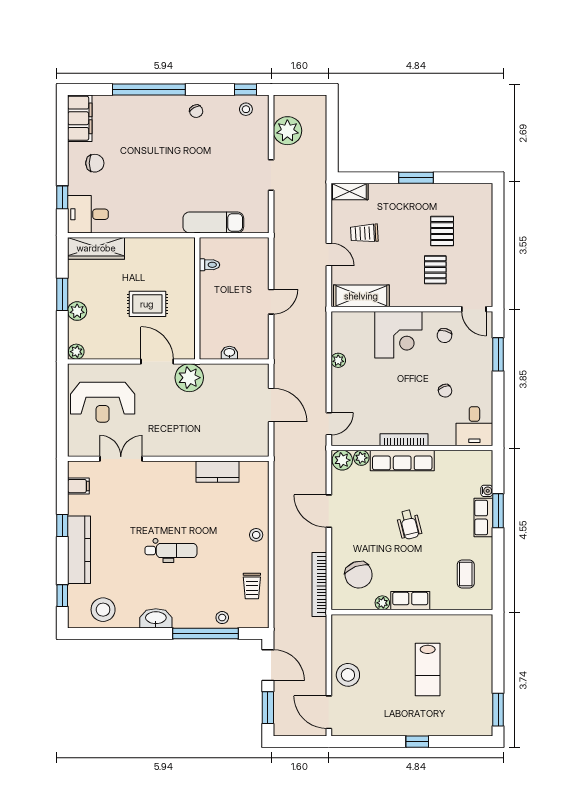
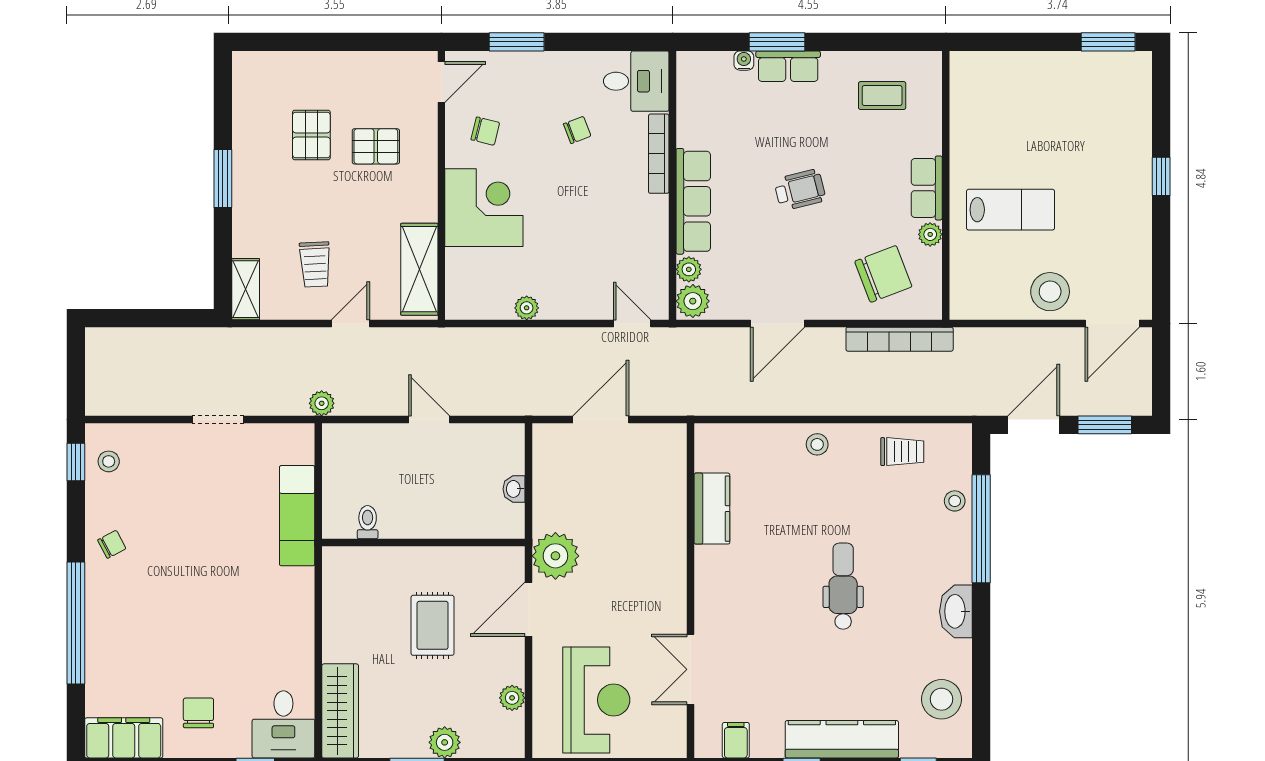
plant: (287, 131) -> (322, 403), moved, width x0.53, depth x0.53
pallet: (442, 231) -> (311, 135), turned 90
plant: (76, 352) -> (512, 698), moved
bookcase: (404, 440) -> (659, 154), moved
lab bench: (428, 669) -> (1011, 210), moved

